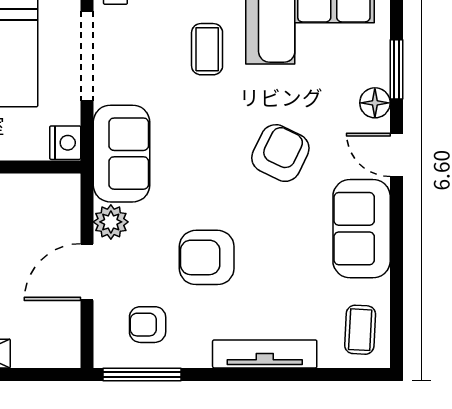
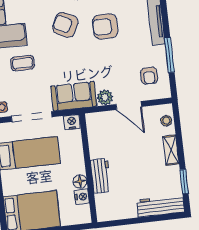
armchair: (207, 257) -> (105, 26), moved, turned 90
stool: (44, 351) -> (166, 121), added
window: (142, 374) -> (169, 55), moved

